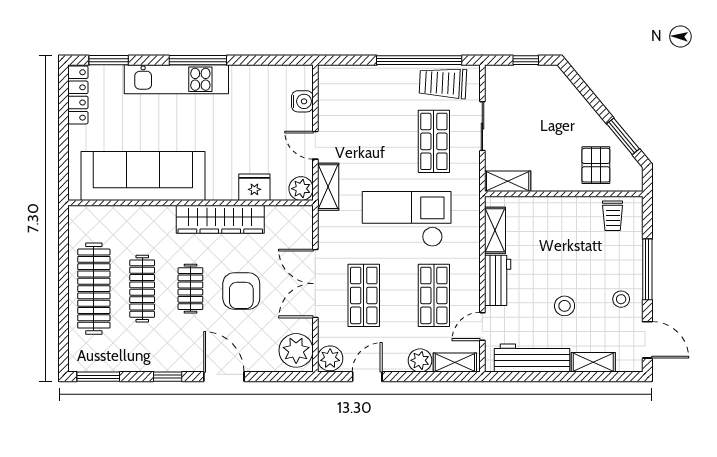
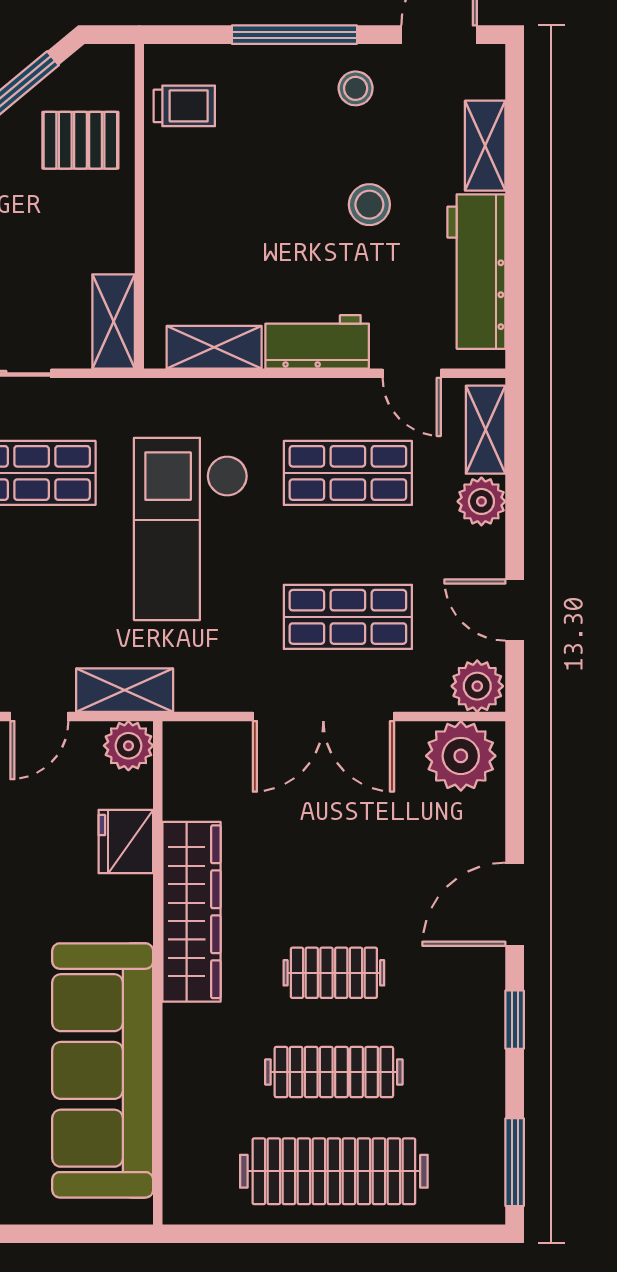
armchair: (241, 291) -> (339, 868), removed

